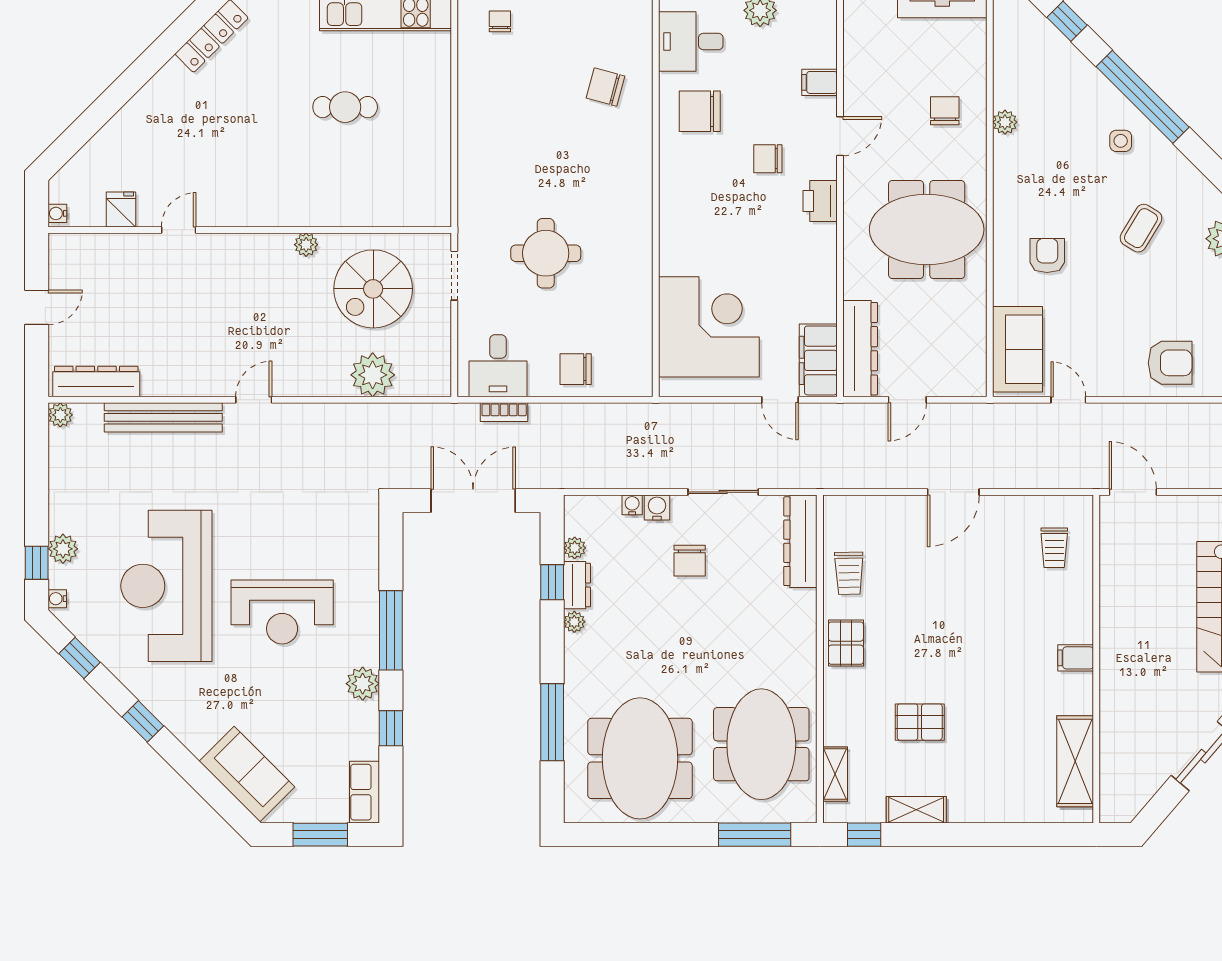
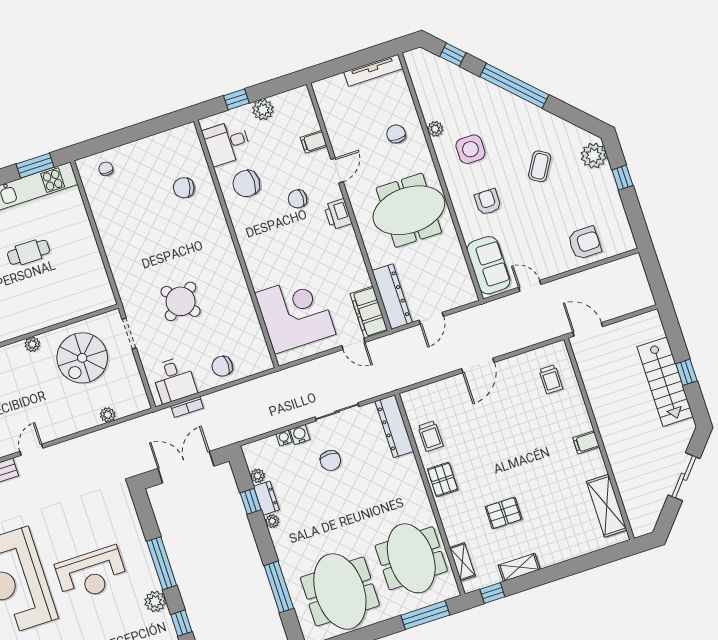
side table: (1121, 141) -> (470, 149), moved, width x1.87, depth x1.87
round table: (546, 253) -> (181, 301), turned -37
plant: (373, 375) -> (108, 415), width x0.53, depth x0.53

